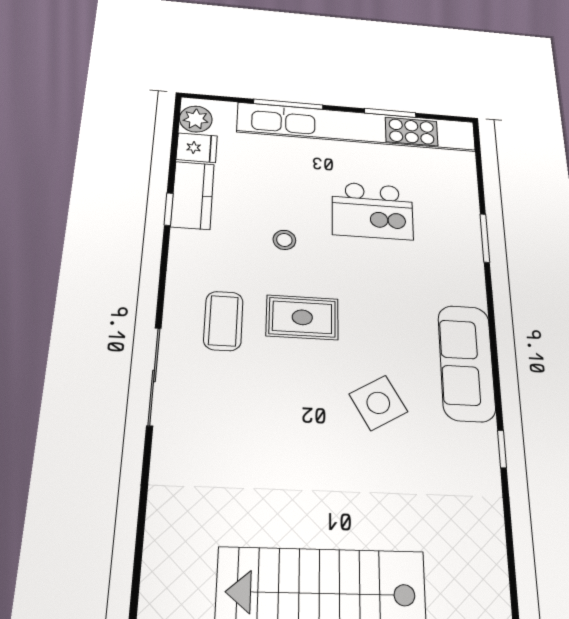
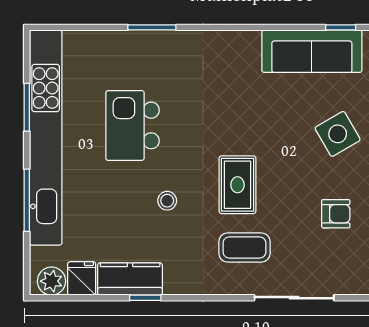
kitchen island: (373, 211) -> (132, 125), turned 180
sofa: (466, 363) -> (312, 51), moved
side table: (378, 403) -> (338, 134), moved
armchair: (262, 433) -> (336, 214), added

